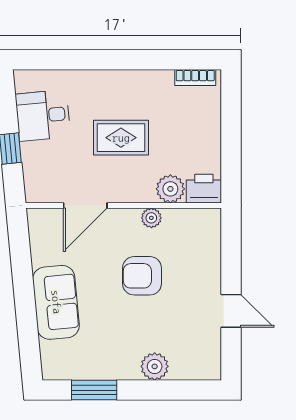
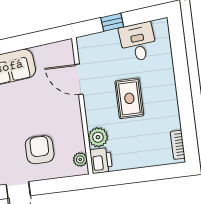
plant: (151, 218) -> (80, 159), moved
armchair: (142, 276) -> (40, 150), moved

